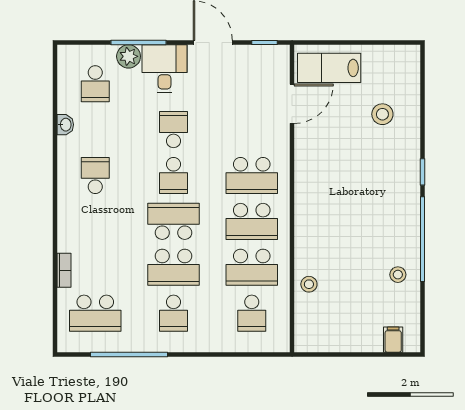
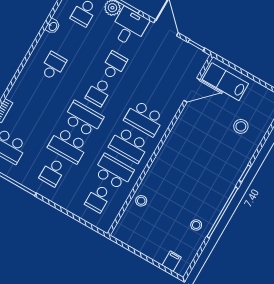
school desk: (252, 267) -> (114, 172), turned 180

